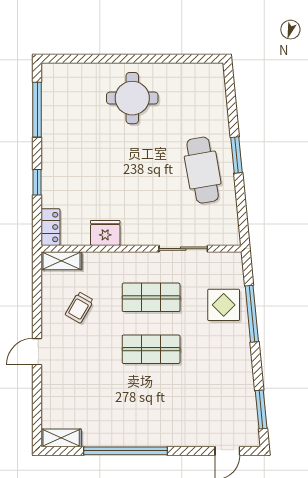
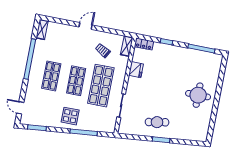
cafe table: (203, 170) -> (157, 122), width x0.73, depth x0.74
shop shelf: (151, 297) -> (101, 86), width x1.43, depth x1.36
display table: (224, 305) -> (70, 116), moved
door: (37, 352) -> (86, 26), hinge flipped
shop shelf: (151, 401) -> (51, 76), added

